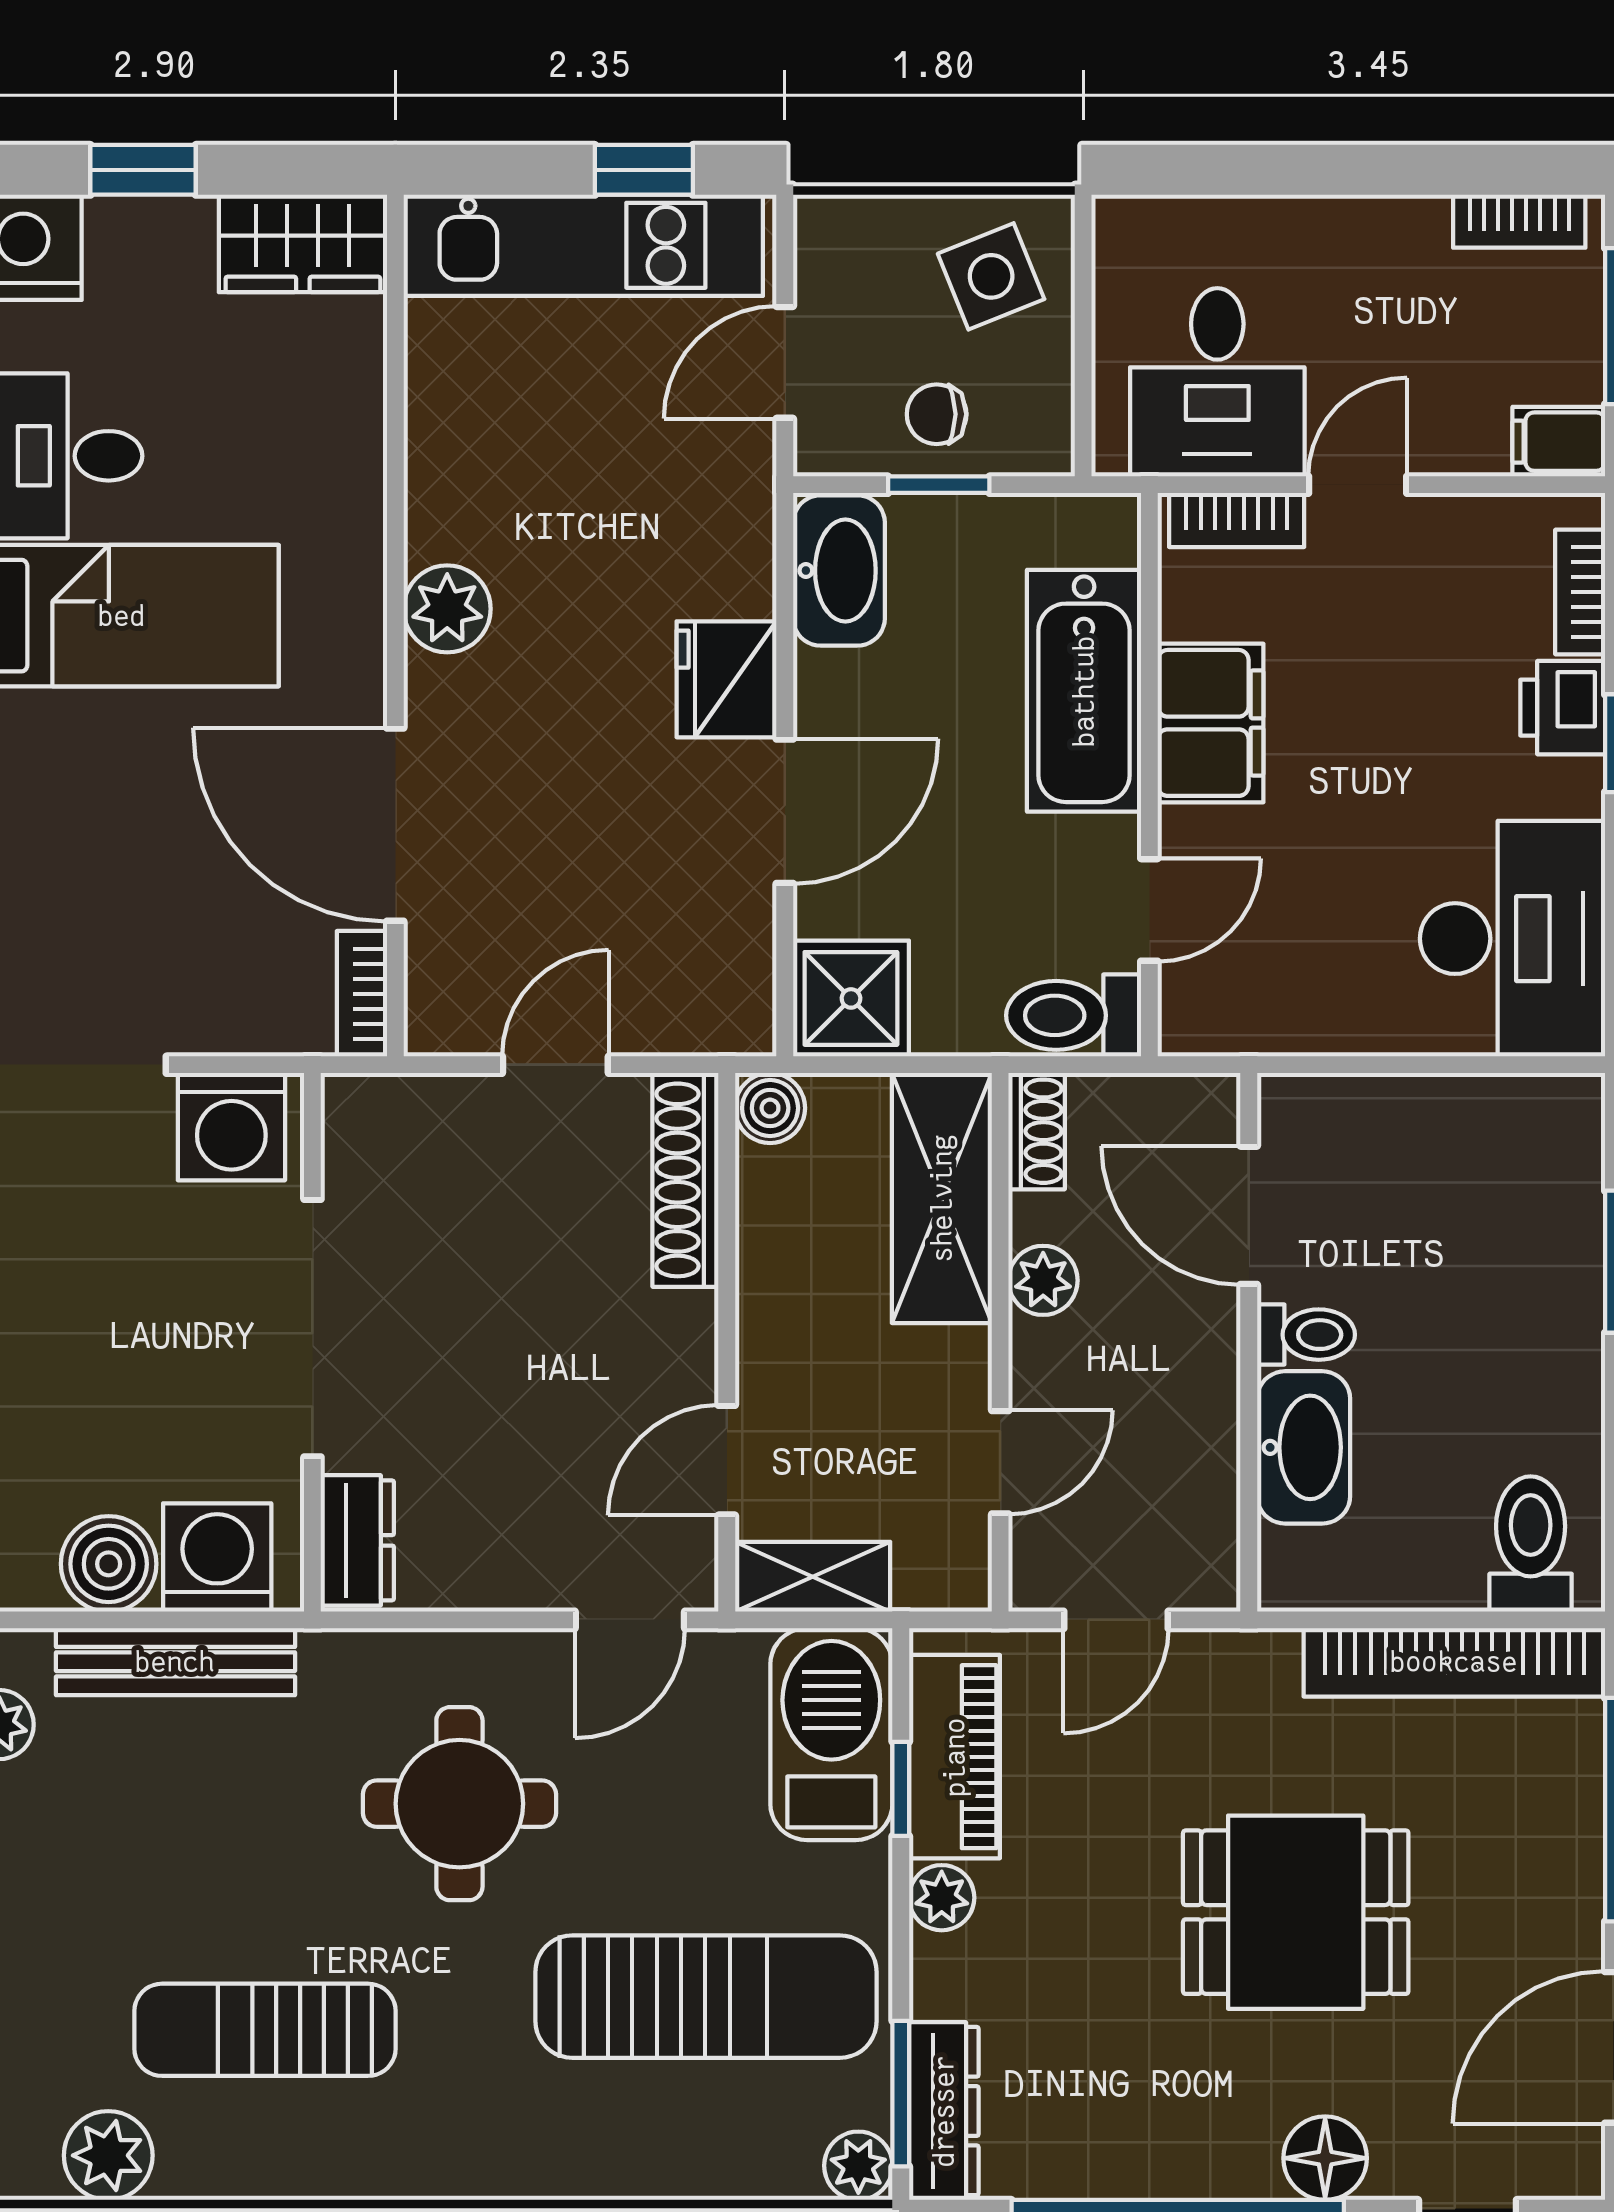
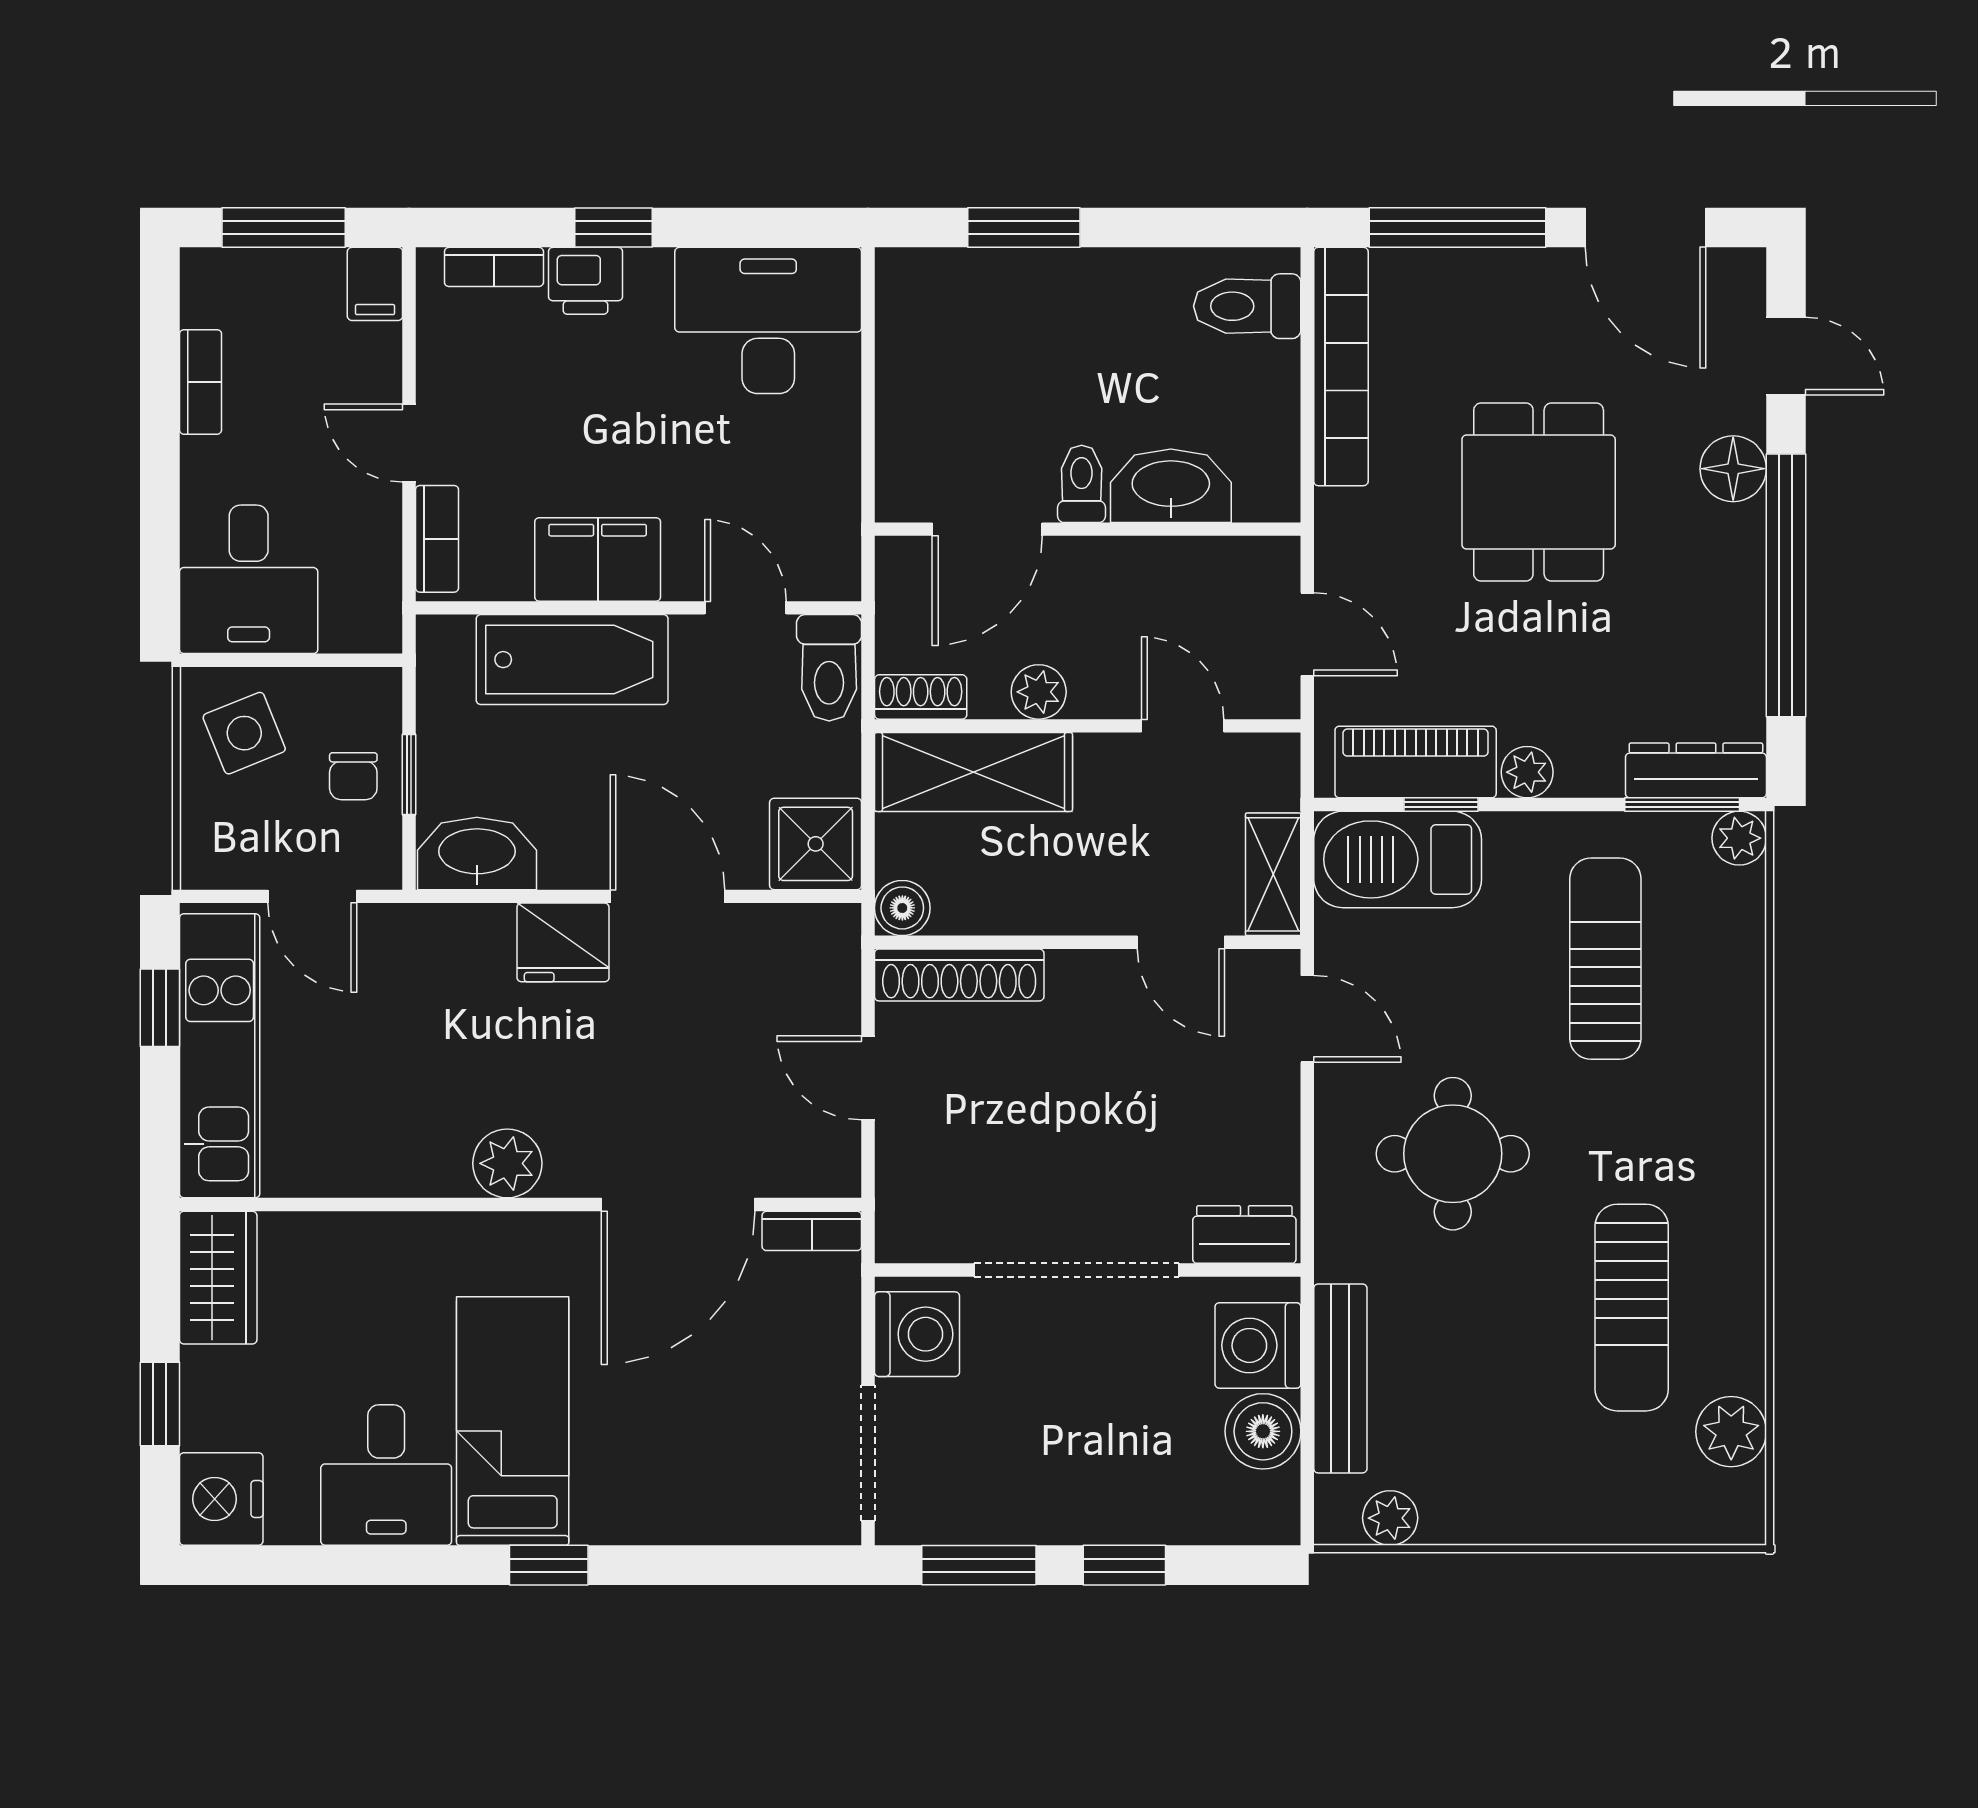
bookcase: (1519, 221) -> (201, 382), moved
desk: (1217, 382) -> (249, 579), moved, turned 90
sun lounger: (706, 1997) -> (1605, 959), width x0.73, depth x0.75

